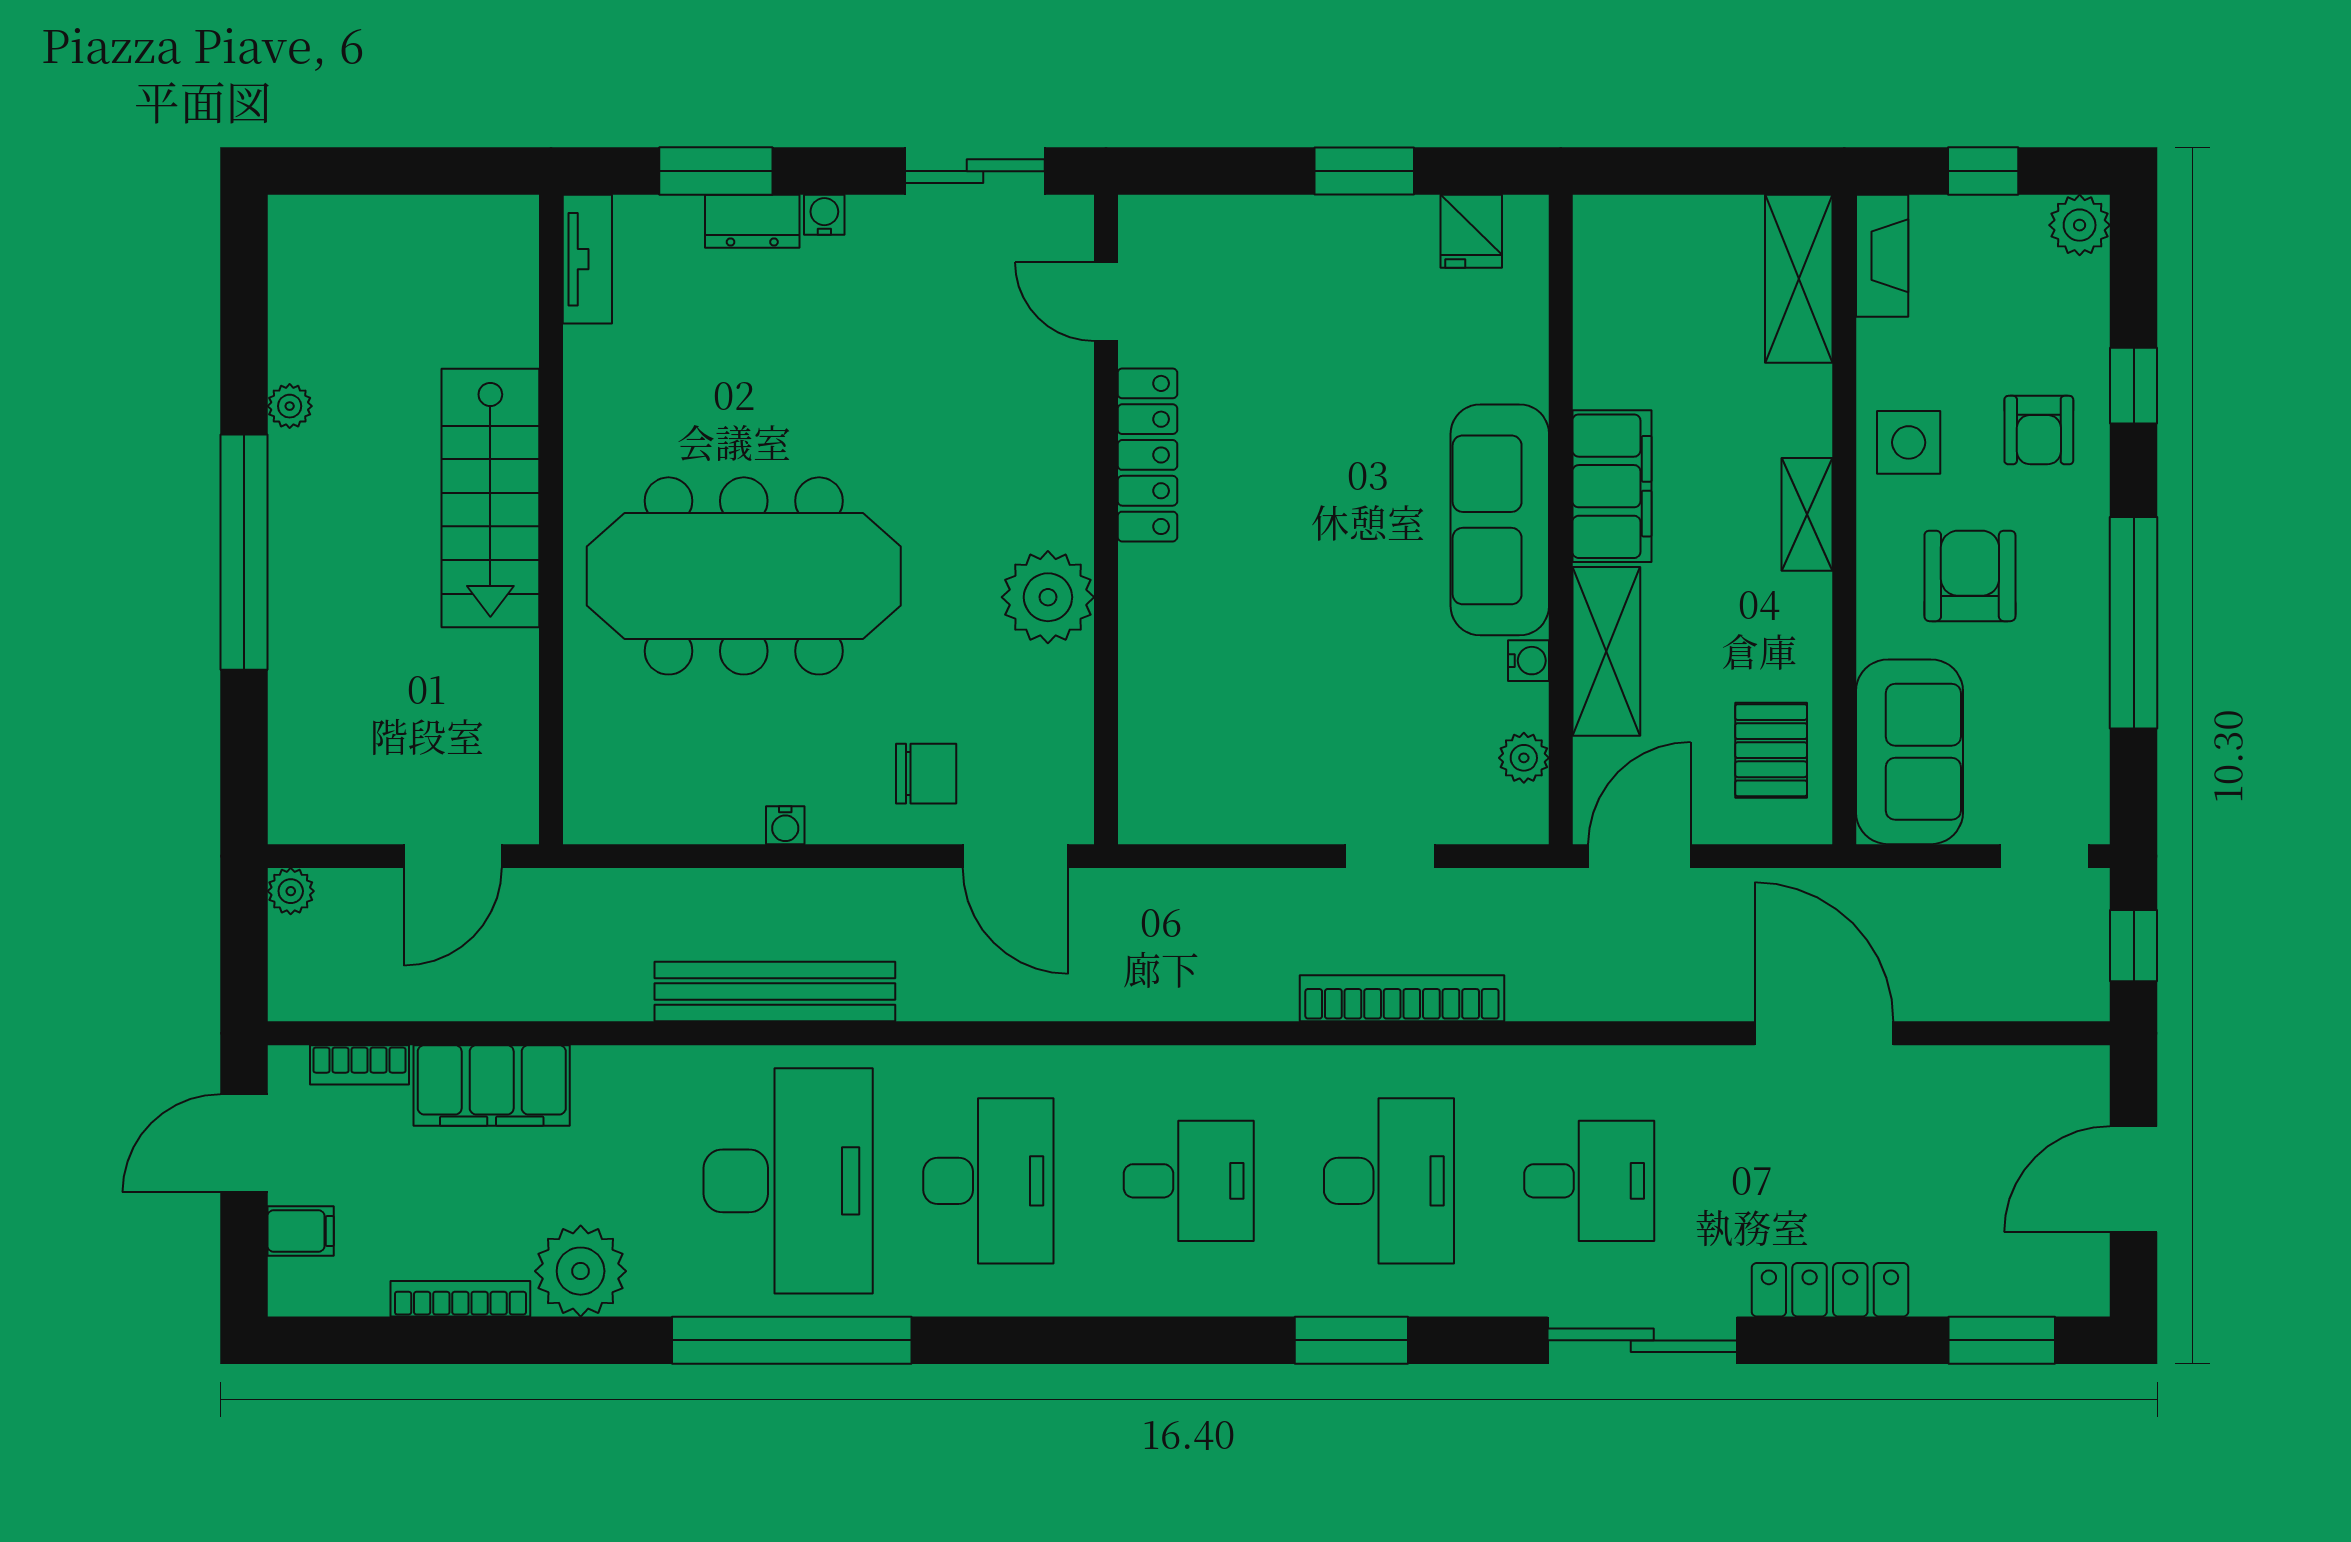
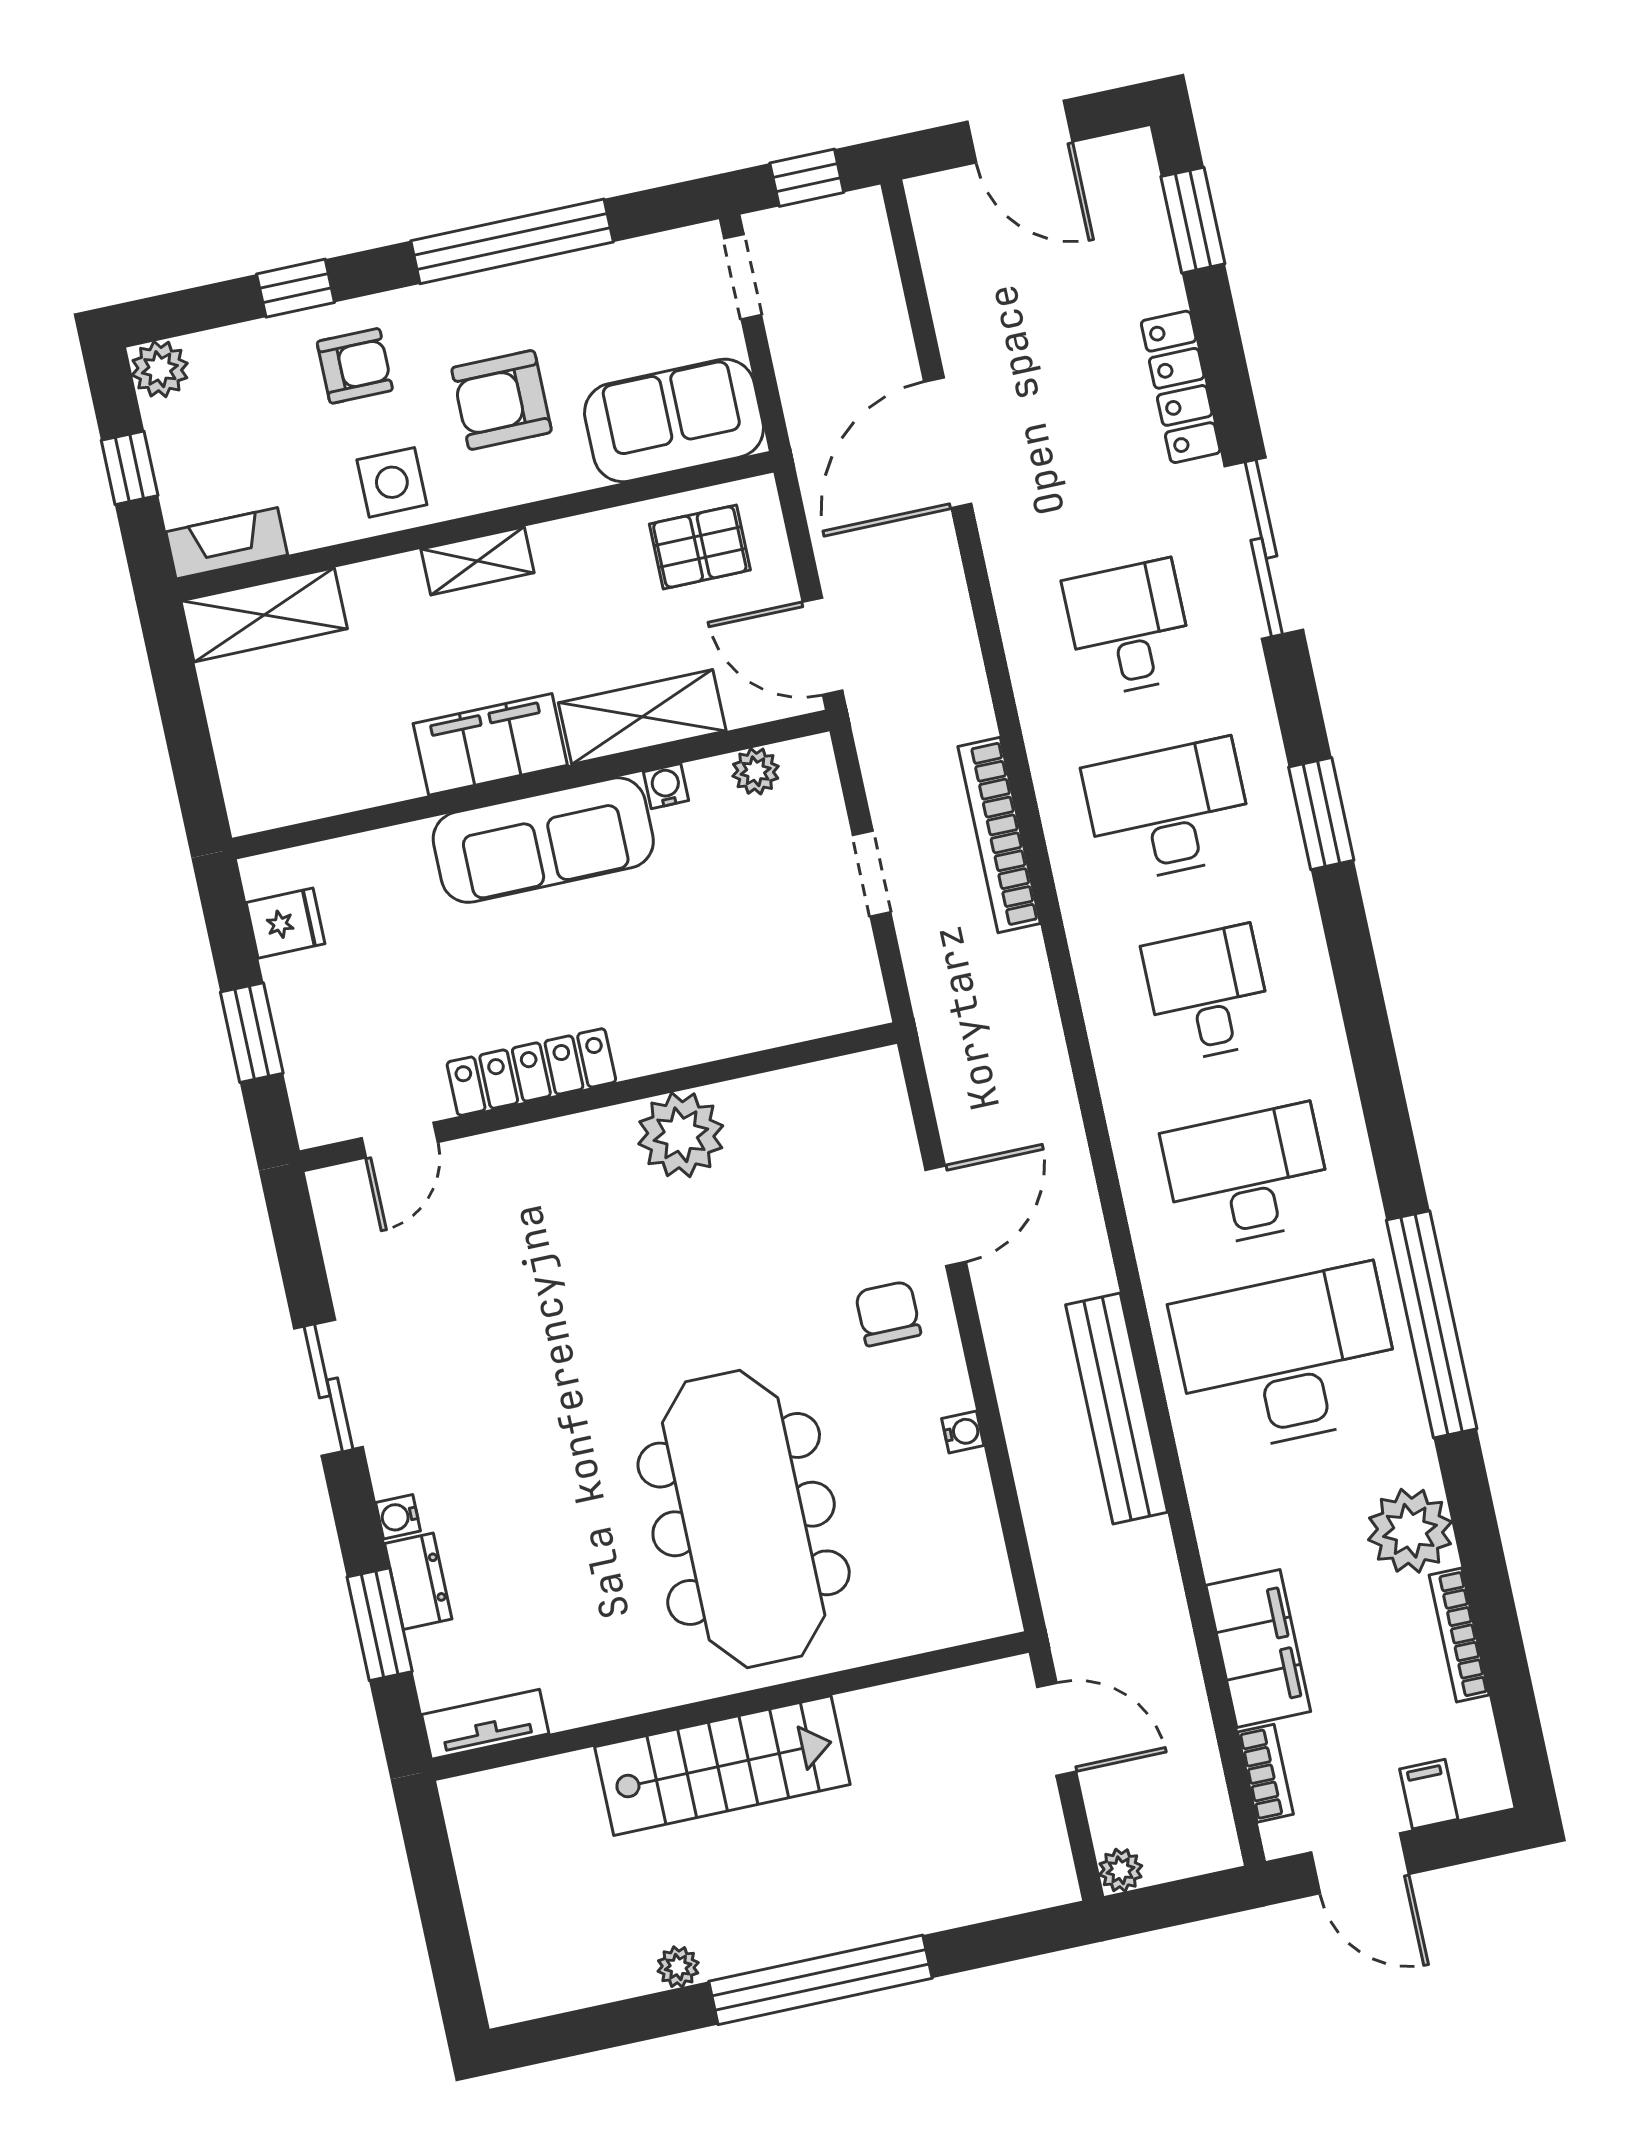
door: (1106, 302) -> (400, 1140), moved
locker: (1147, 455) -> (531, 1072), moved
wall: (1106, 519) -> (598, 1097), moved
plant: (1048, 597) -> (681, 1135), moved

